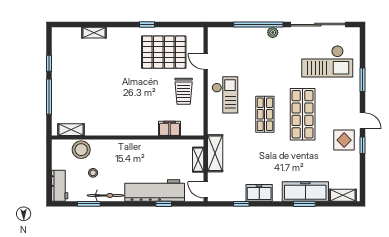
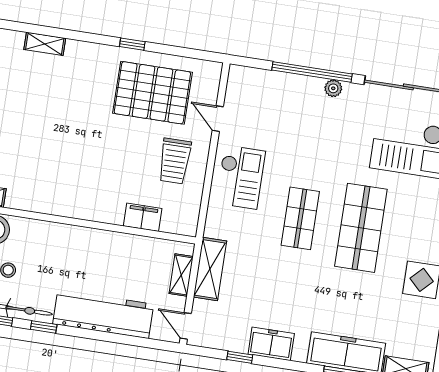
window: (164, 204) -> (44, 327), moved

